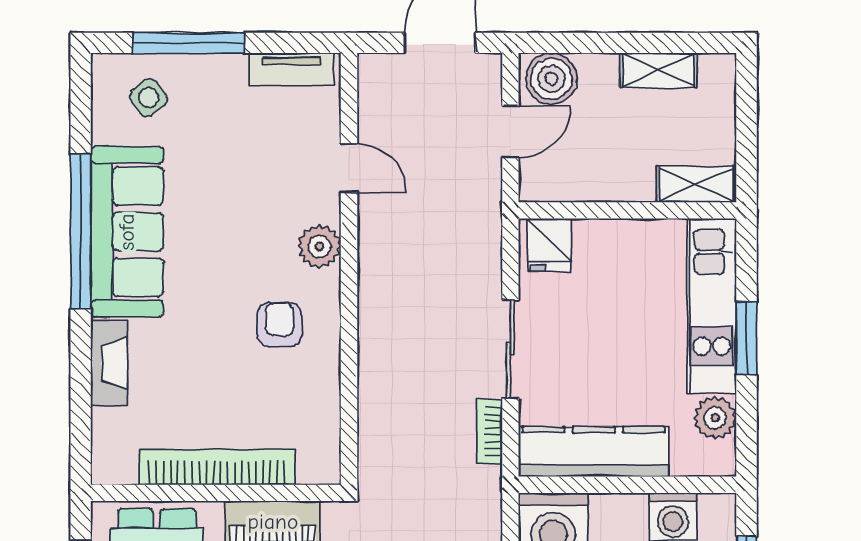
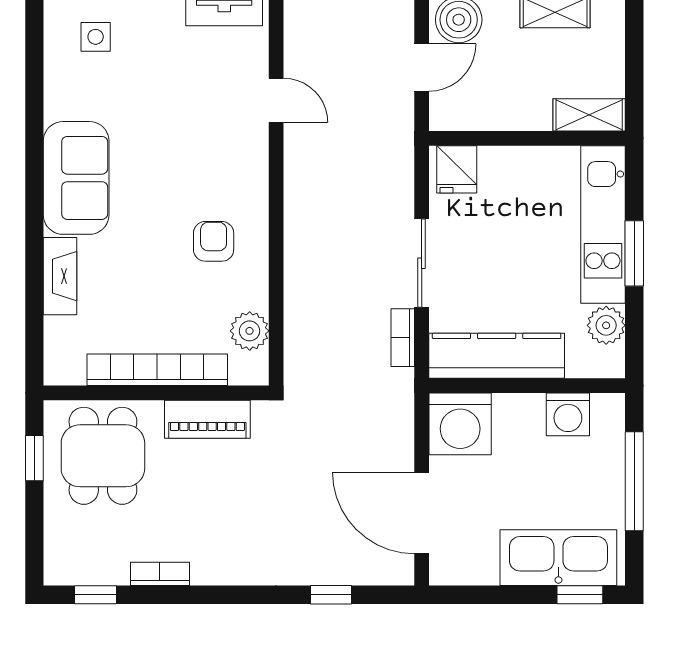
side table: (149, 98) -> (96, 37), turned 37
window: (81, 232) -> (34, 158), removed
sofa: (127, 232) -> (76, 178), width x0.73
plant: (319, 246) -> (250, 331), moved

